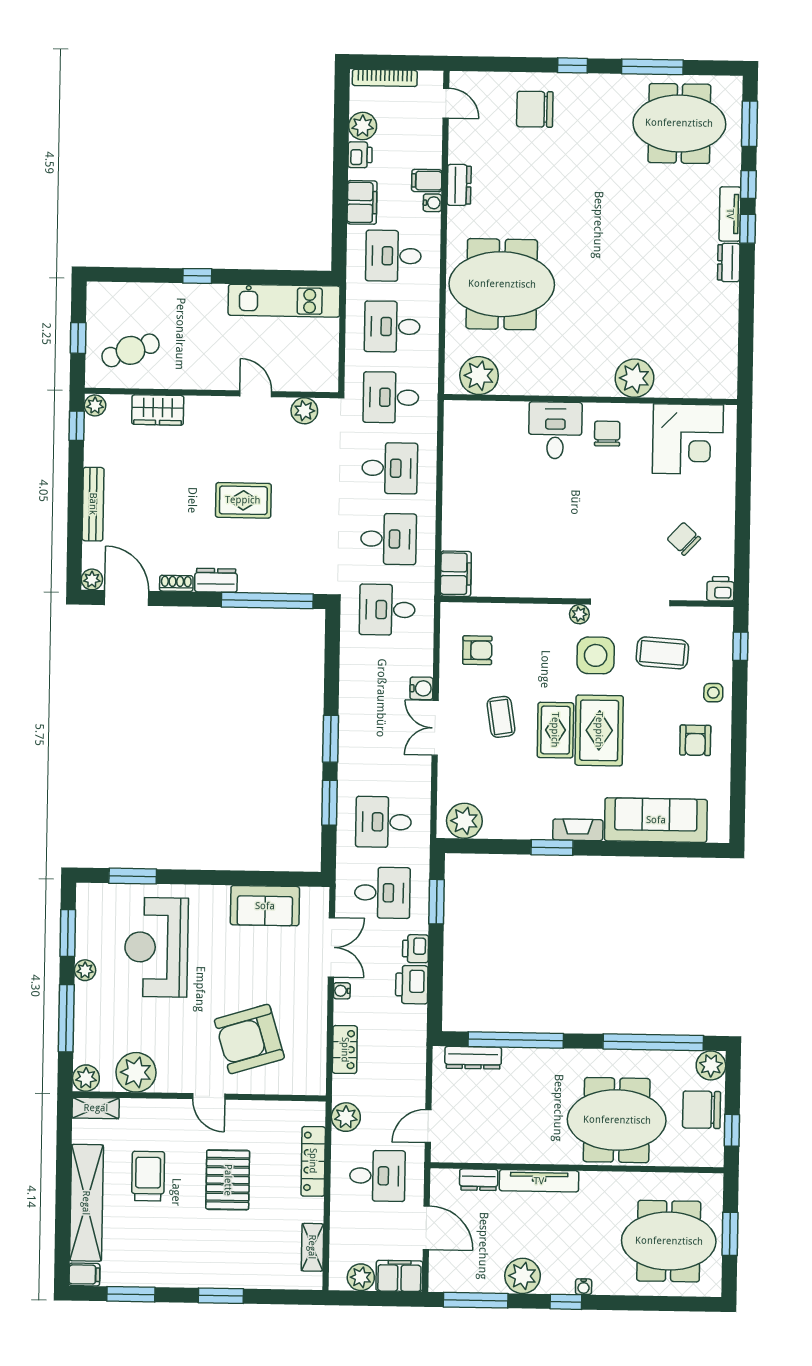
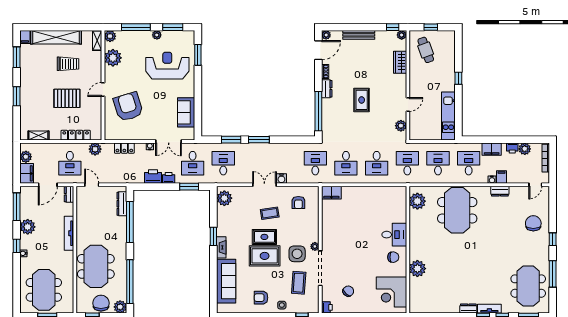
dresser: (479, 1180) -> (69, 194), moved

